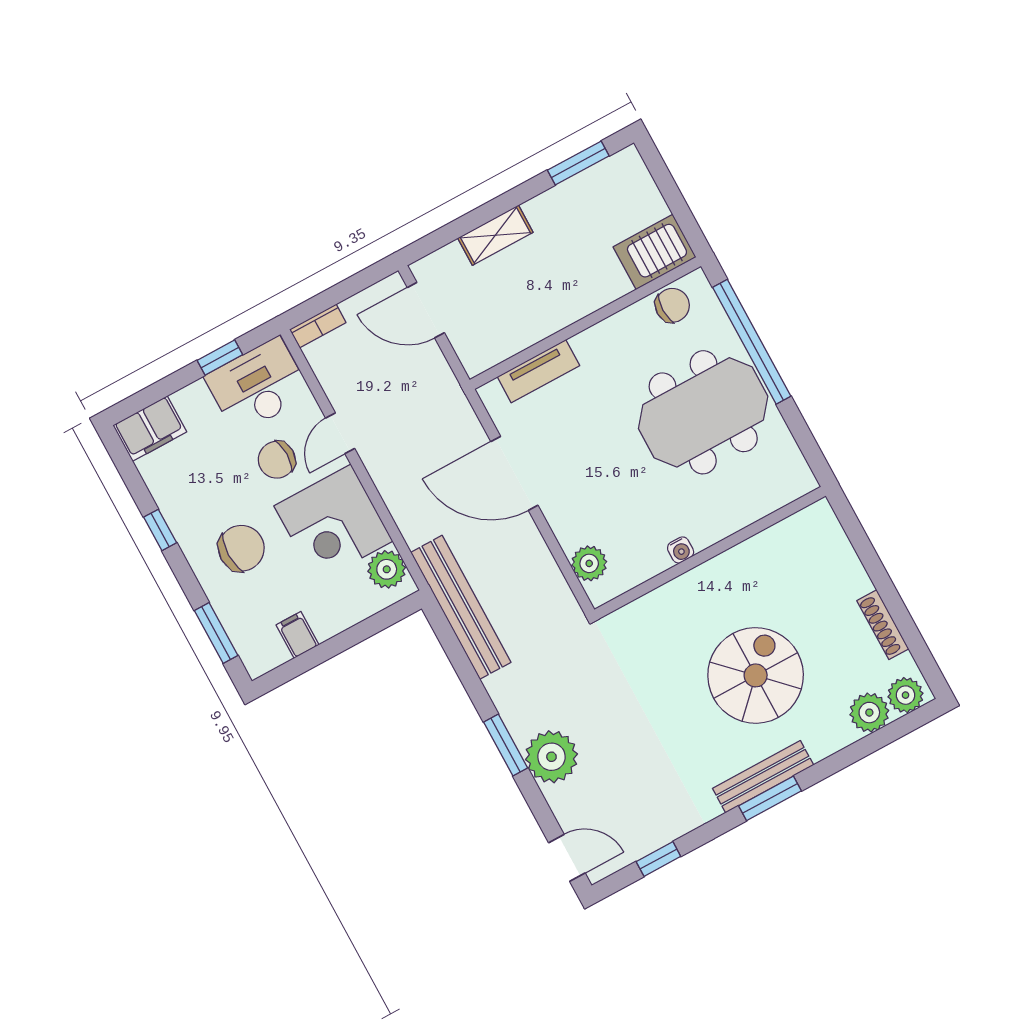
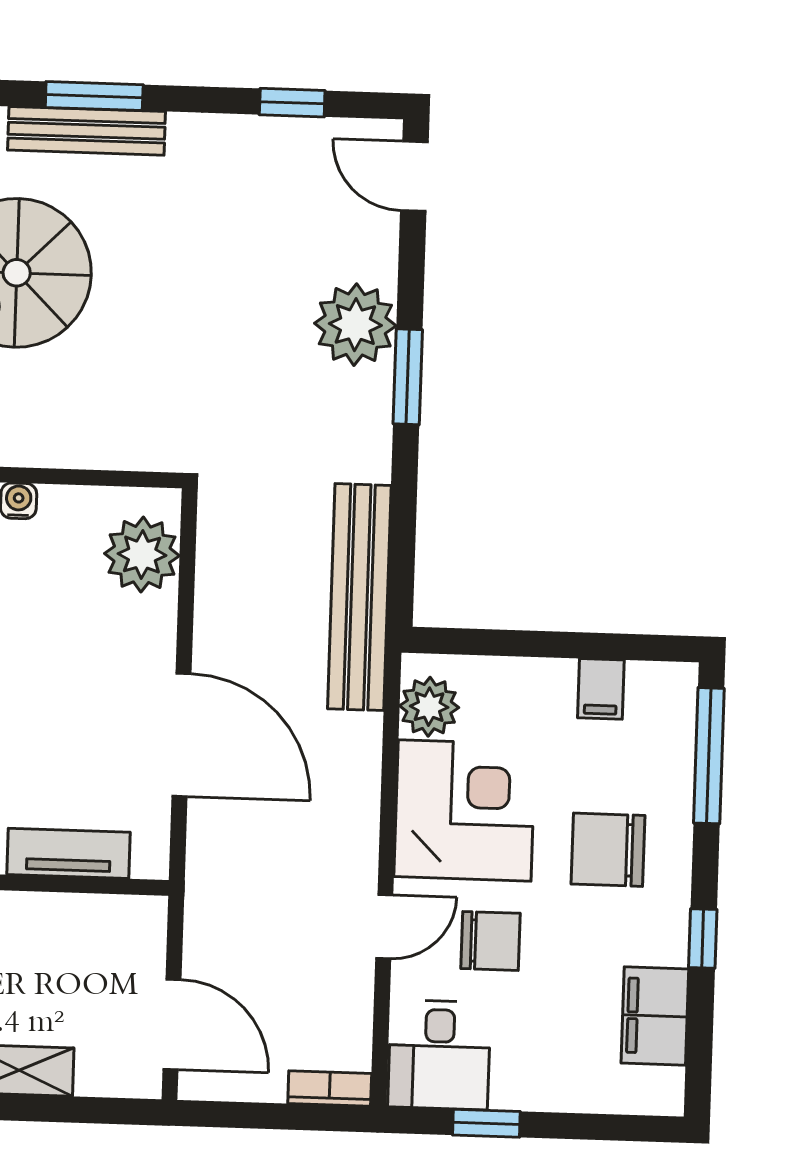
desk: (258, 386) -> (439, 1055), width x0.73
filing cabinet: (150, 429) -> (655, 1016), moved, turned -90
plant: (589, 563) -> (142, 555), width x1.36, depth x1.36
window: (216, 633) -> (709, 756), width x1.44

